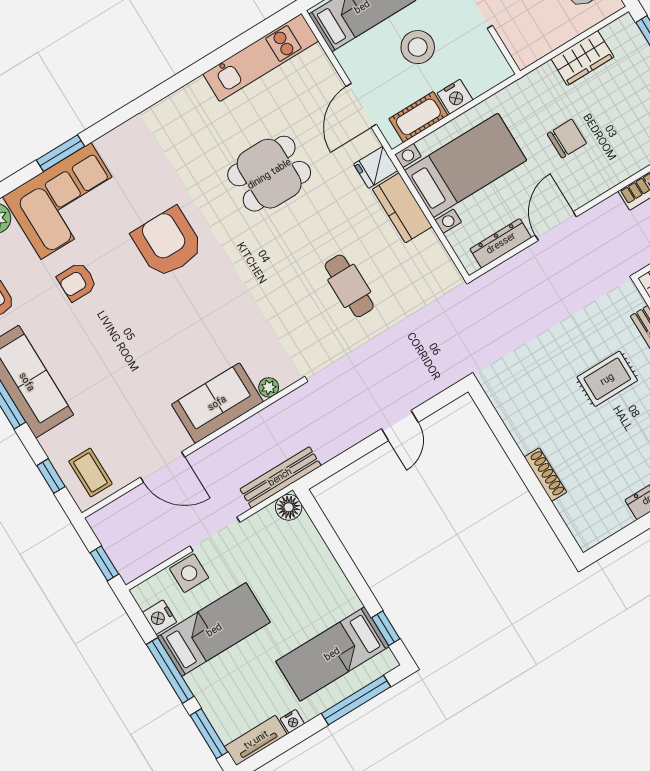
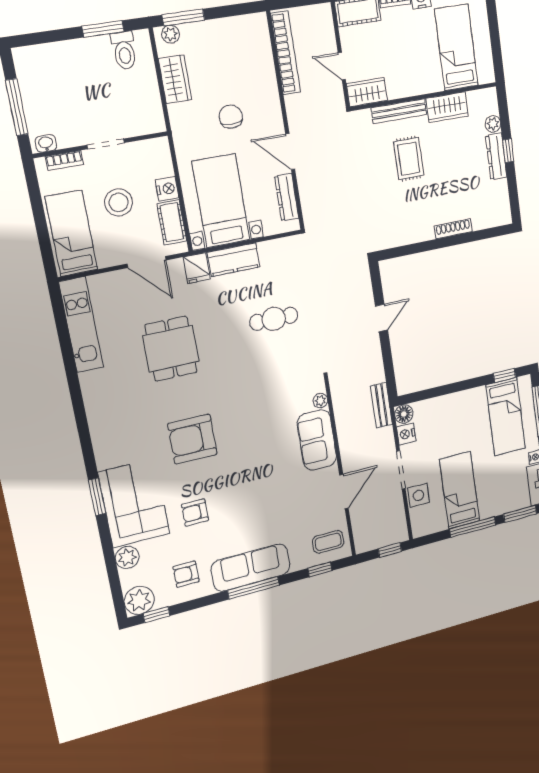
plant: (630, 34) -> (170, 34), added
armchair: (77, 282) -> (195, 512), turned 90
door: (400, 425) -> (382, 318), hinge flipped
bench: (280, 477) -> (381, 405), width x0.73
nightstand: (160, 617) -> (406, 434), moved, turned 90

